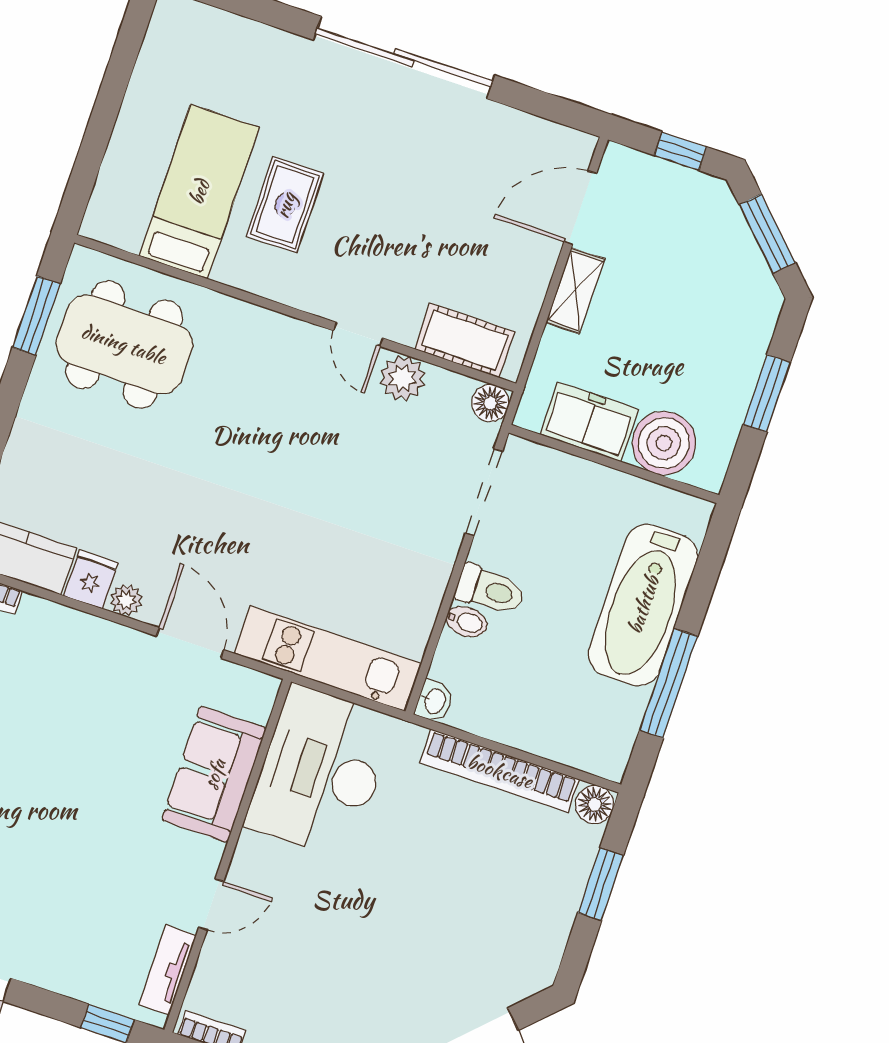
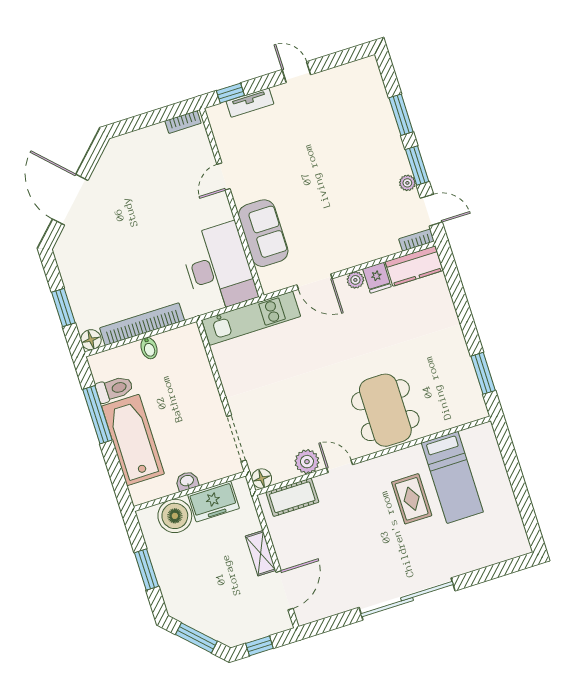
dining table: (124, 344) -> (385, 410), moved, turned 90
toilet: (490, 590) -> (114, 389), moved, turned 180
bidet: (466, 622) -> (149, 348), moved, turned -90
washbasin: (434, 701) -> (187, 481), moved, turned 90
tv unit: (168, 970) -> (250, 103), moved, turned 90

